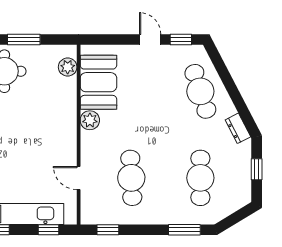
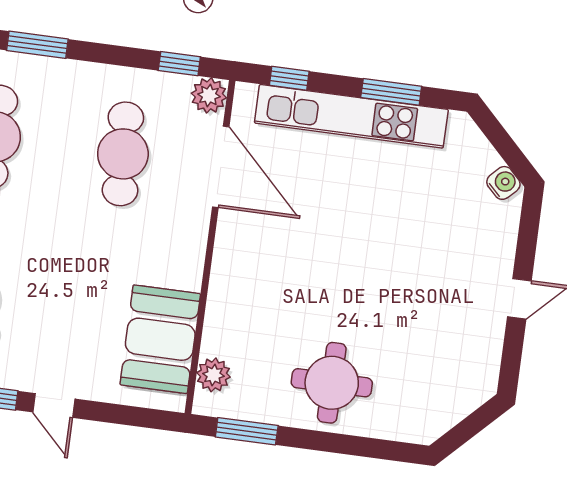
window: (24, 40) -> (247, 431), moved
plant: (90, 120) -> (209, 95), moved
door: (79, 178) -> (221, 167), width x1.87

